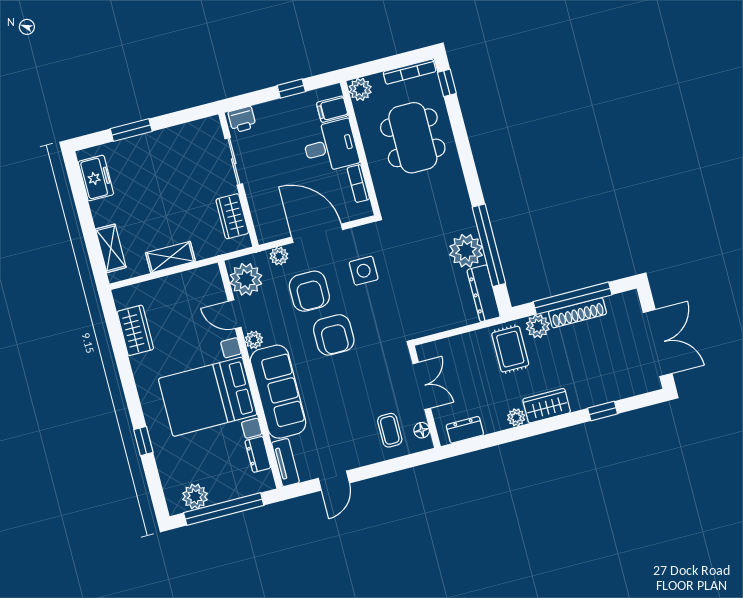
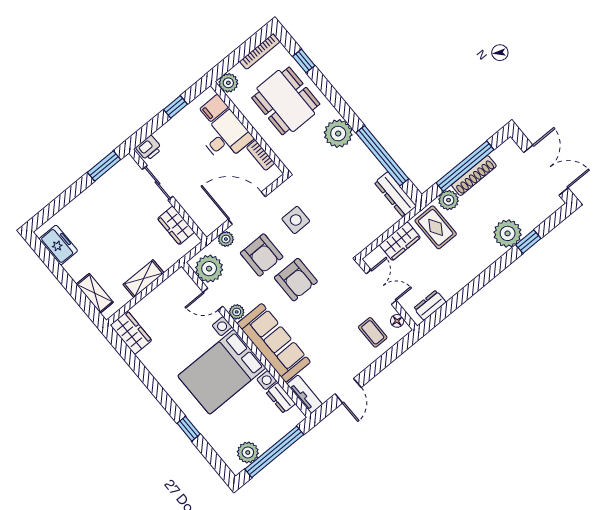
window: (447, 83) -> (304, 61), moved
window: (131, 130) -> (104, 166), moved
plant: (466, 251) -> (338, 134), moved
wardrobe: (135, 330) -> (131, 333), moved
wardrobe: (547, 406) -> (400, 241), moved, turned 180
plant: (516, 417) -> (508, 233), moved, width x1.88, depth x1.88

